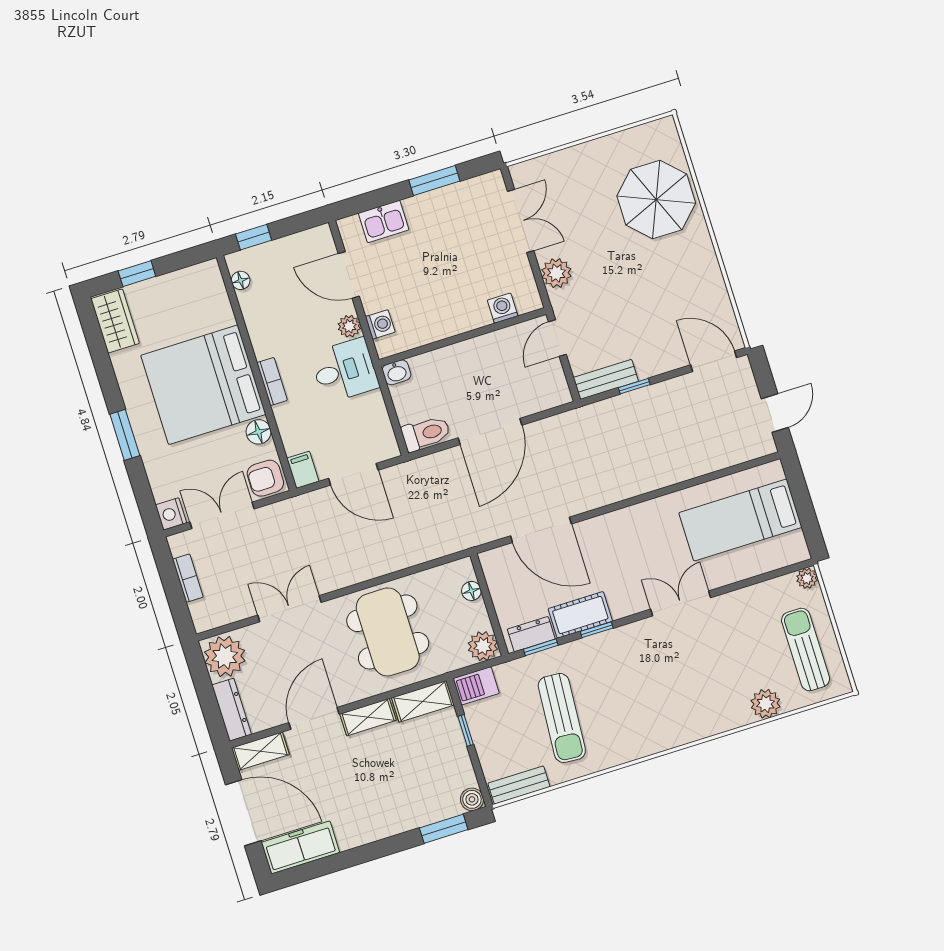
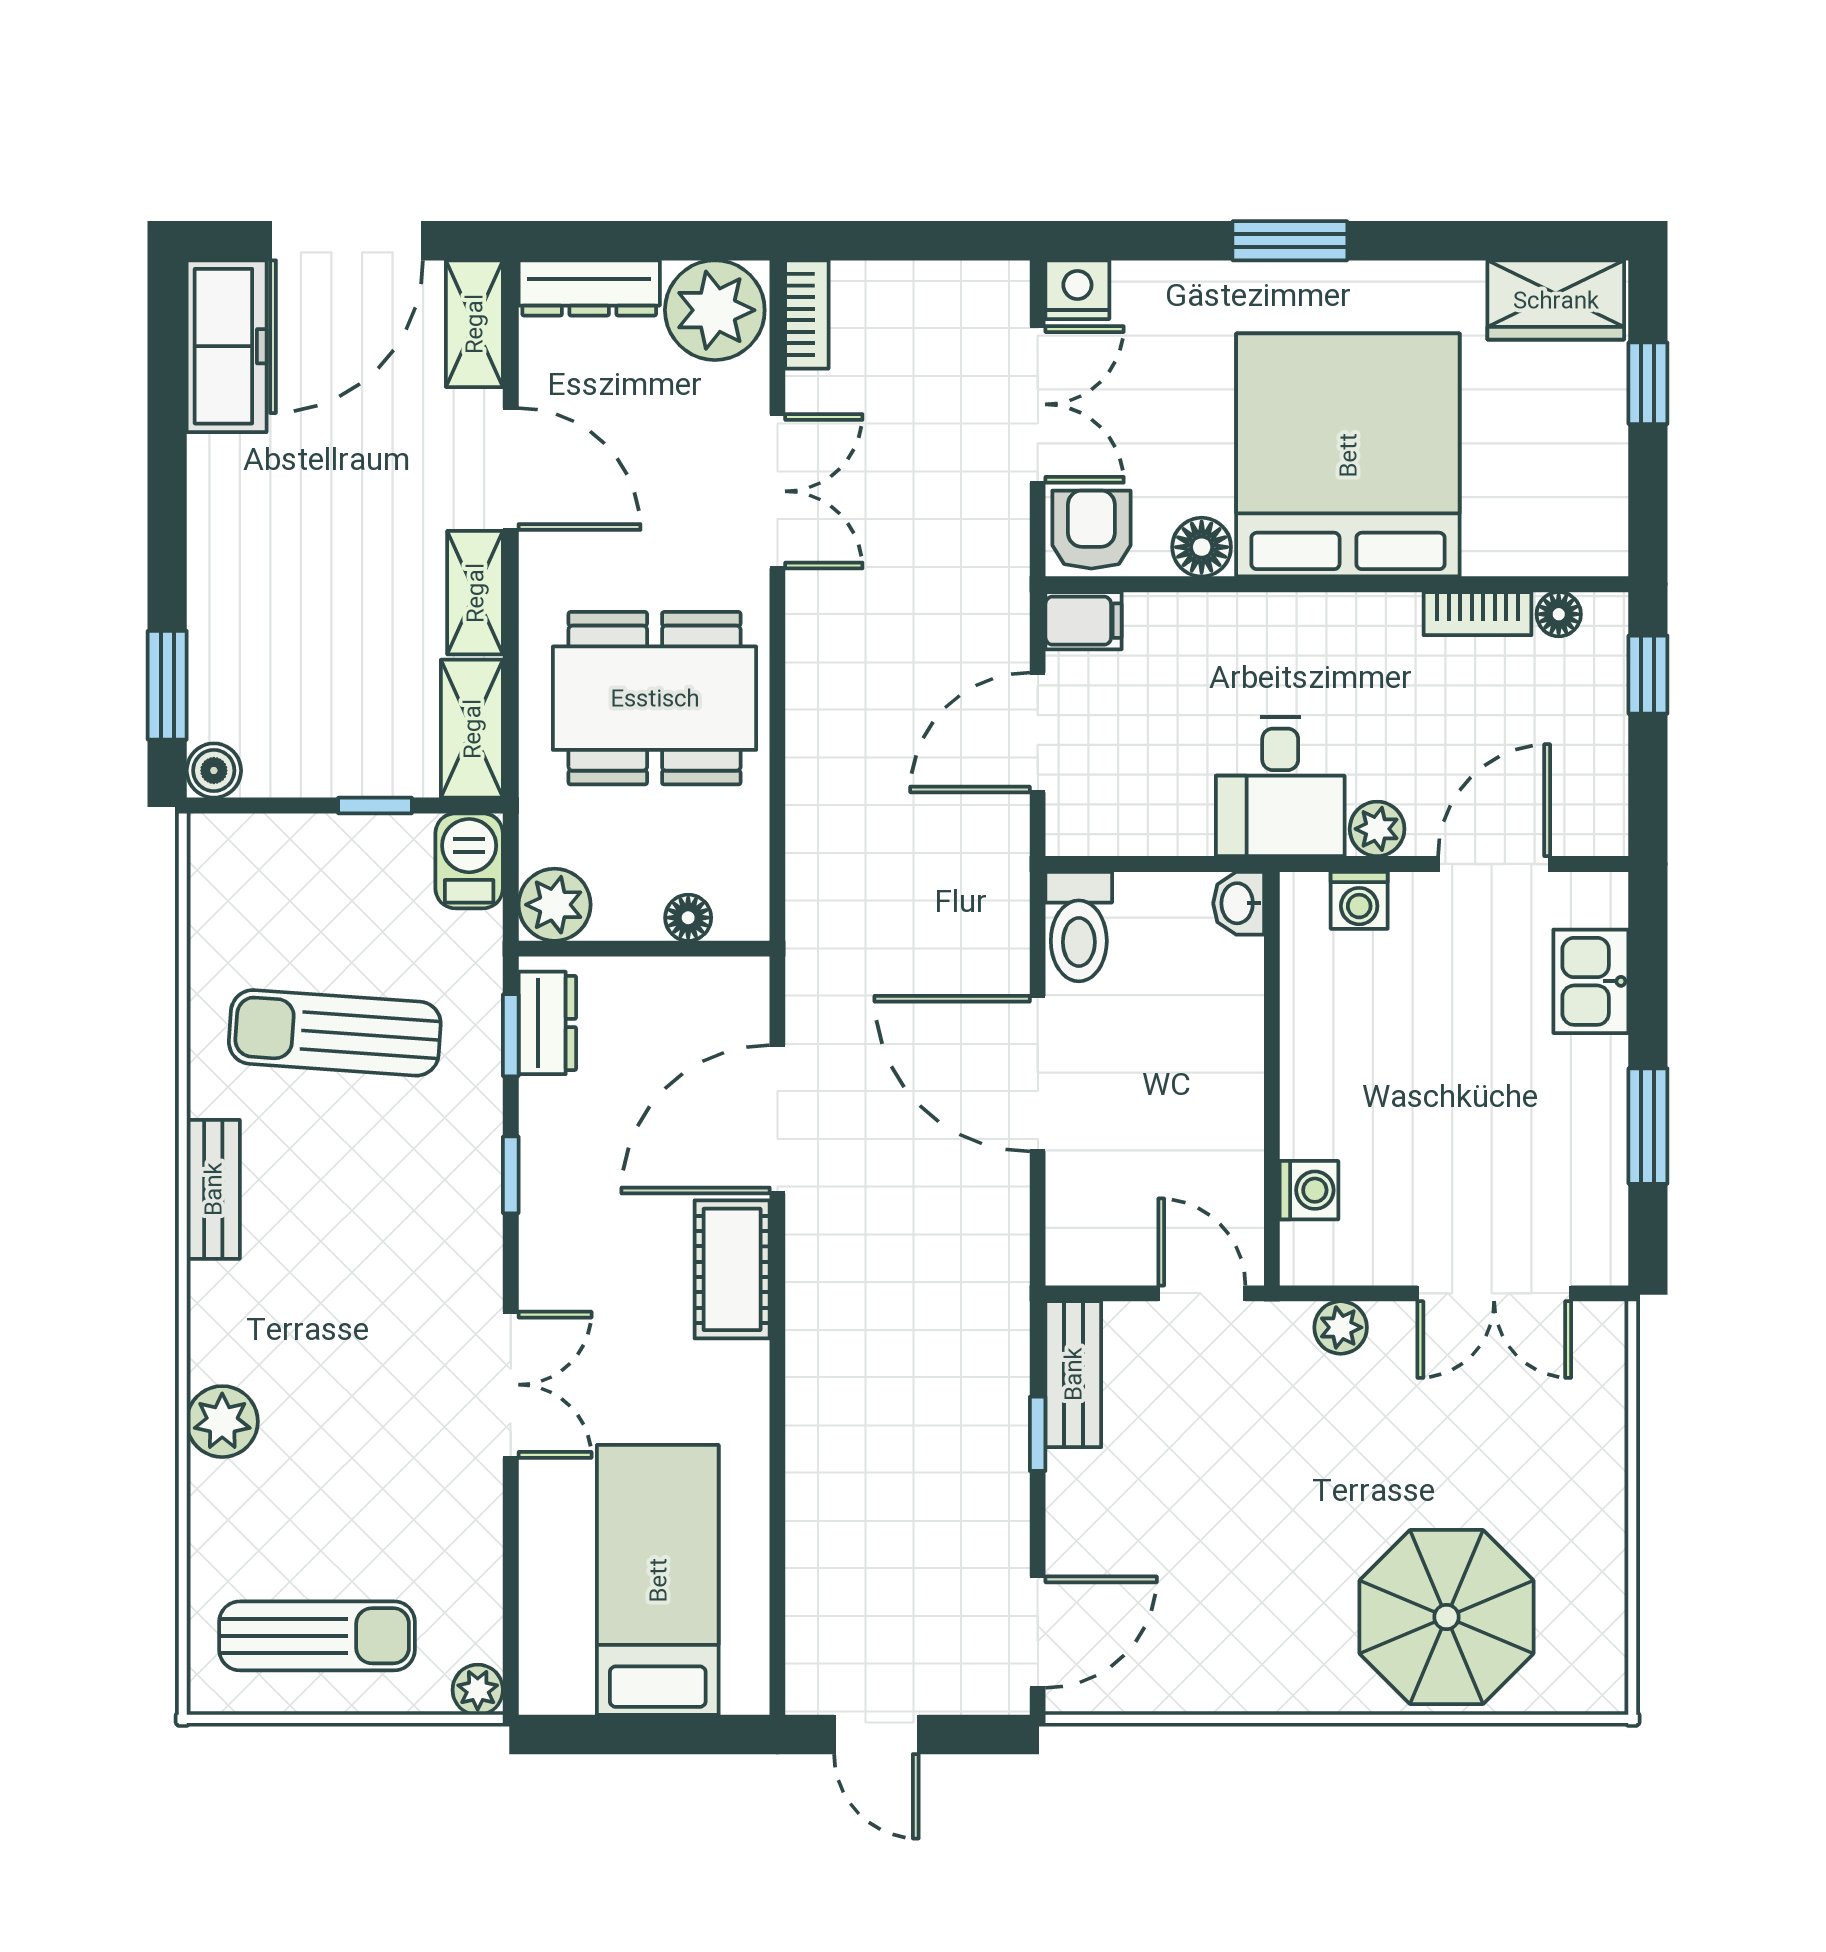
plant: (556, 273) -> (1341, 1327), width x0.73, depth x0.73
bookcase: (272, 382) -> (1477, 614), moved
bookcase: (188, 578) -> (807, 314), moved, turned -90
cot: (580, 615) -> (732, 1269), moved
plant: (765, 704) -> (222, 1422), moved
bench: (519, 785) -> (213, 1189), moved

